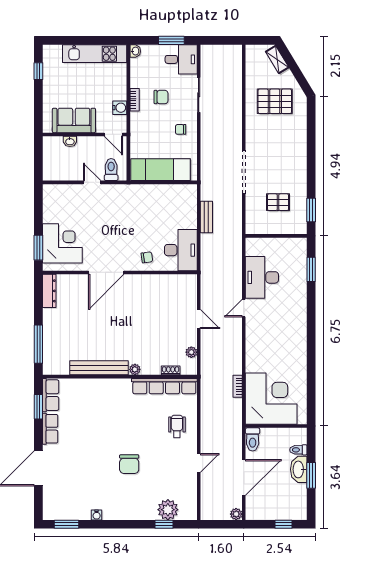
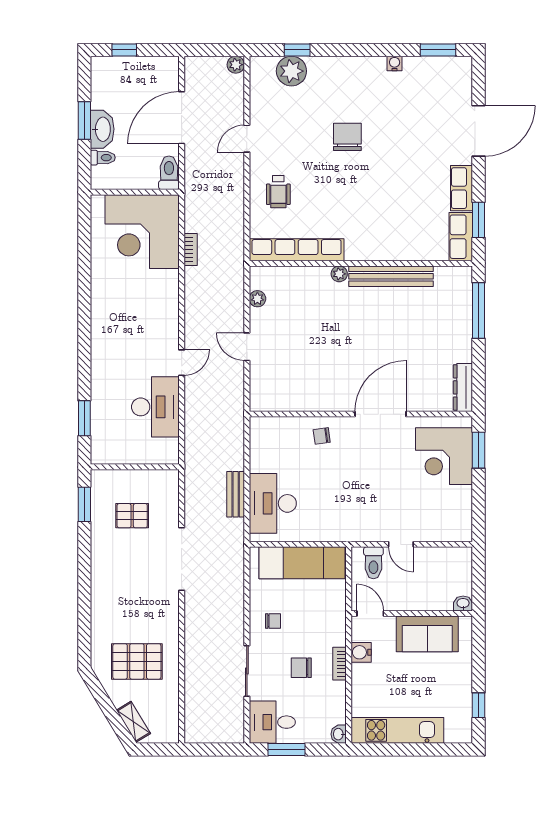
washbasin: (70, 141) -> (463, 603), moved
desk: (181, 250) -> (273, 503), moved
shoe rack: (171, 370) -> (288, 272), removed
plant: (236, 514) -> (236, 65), moved

